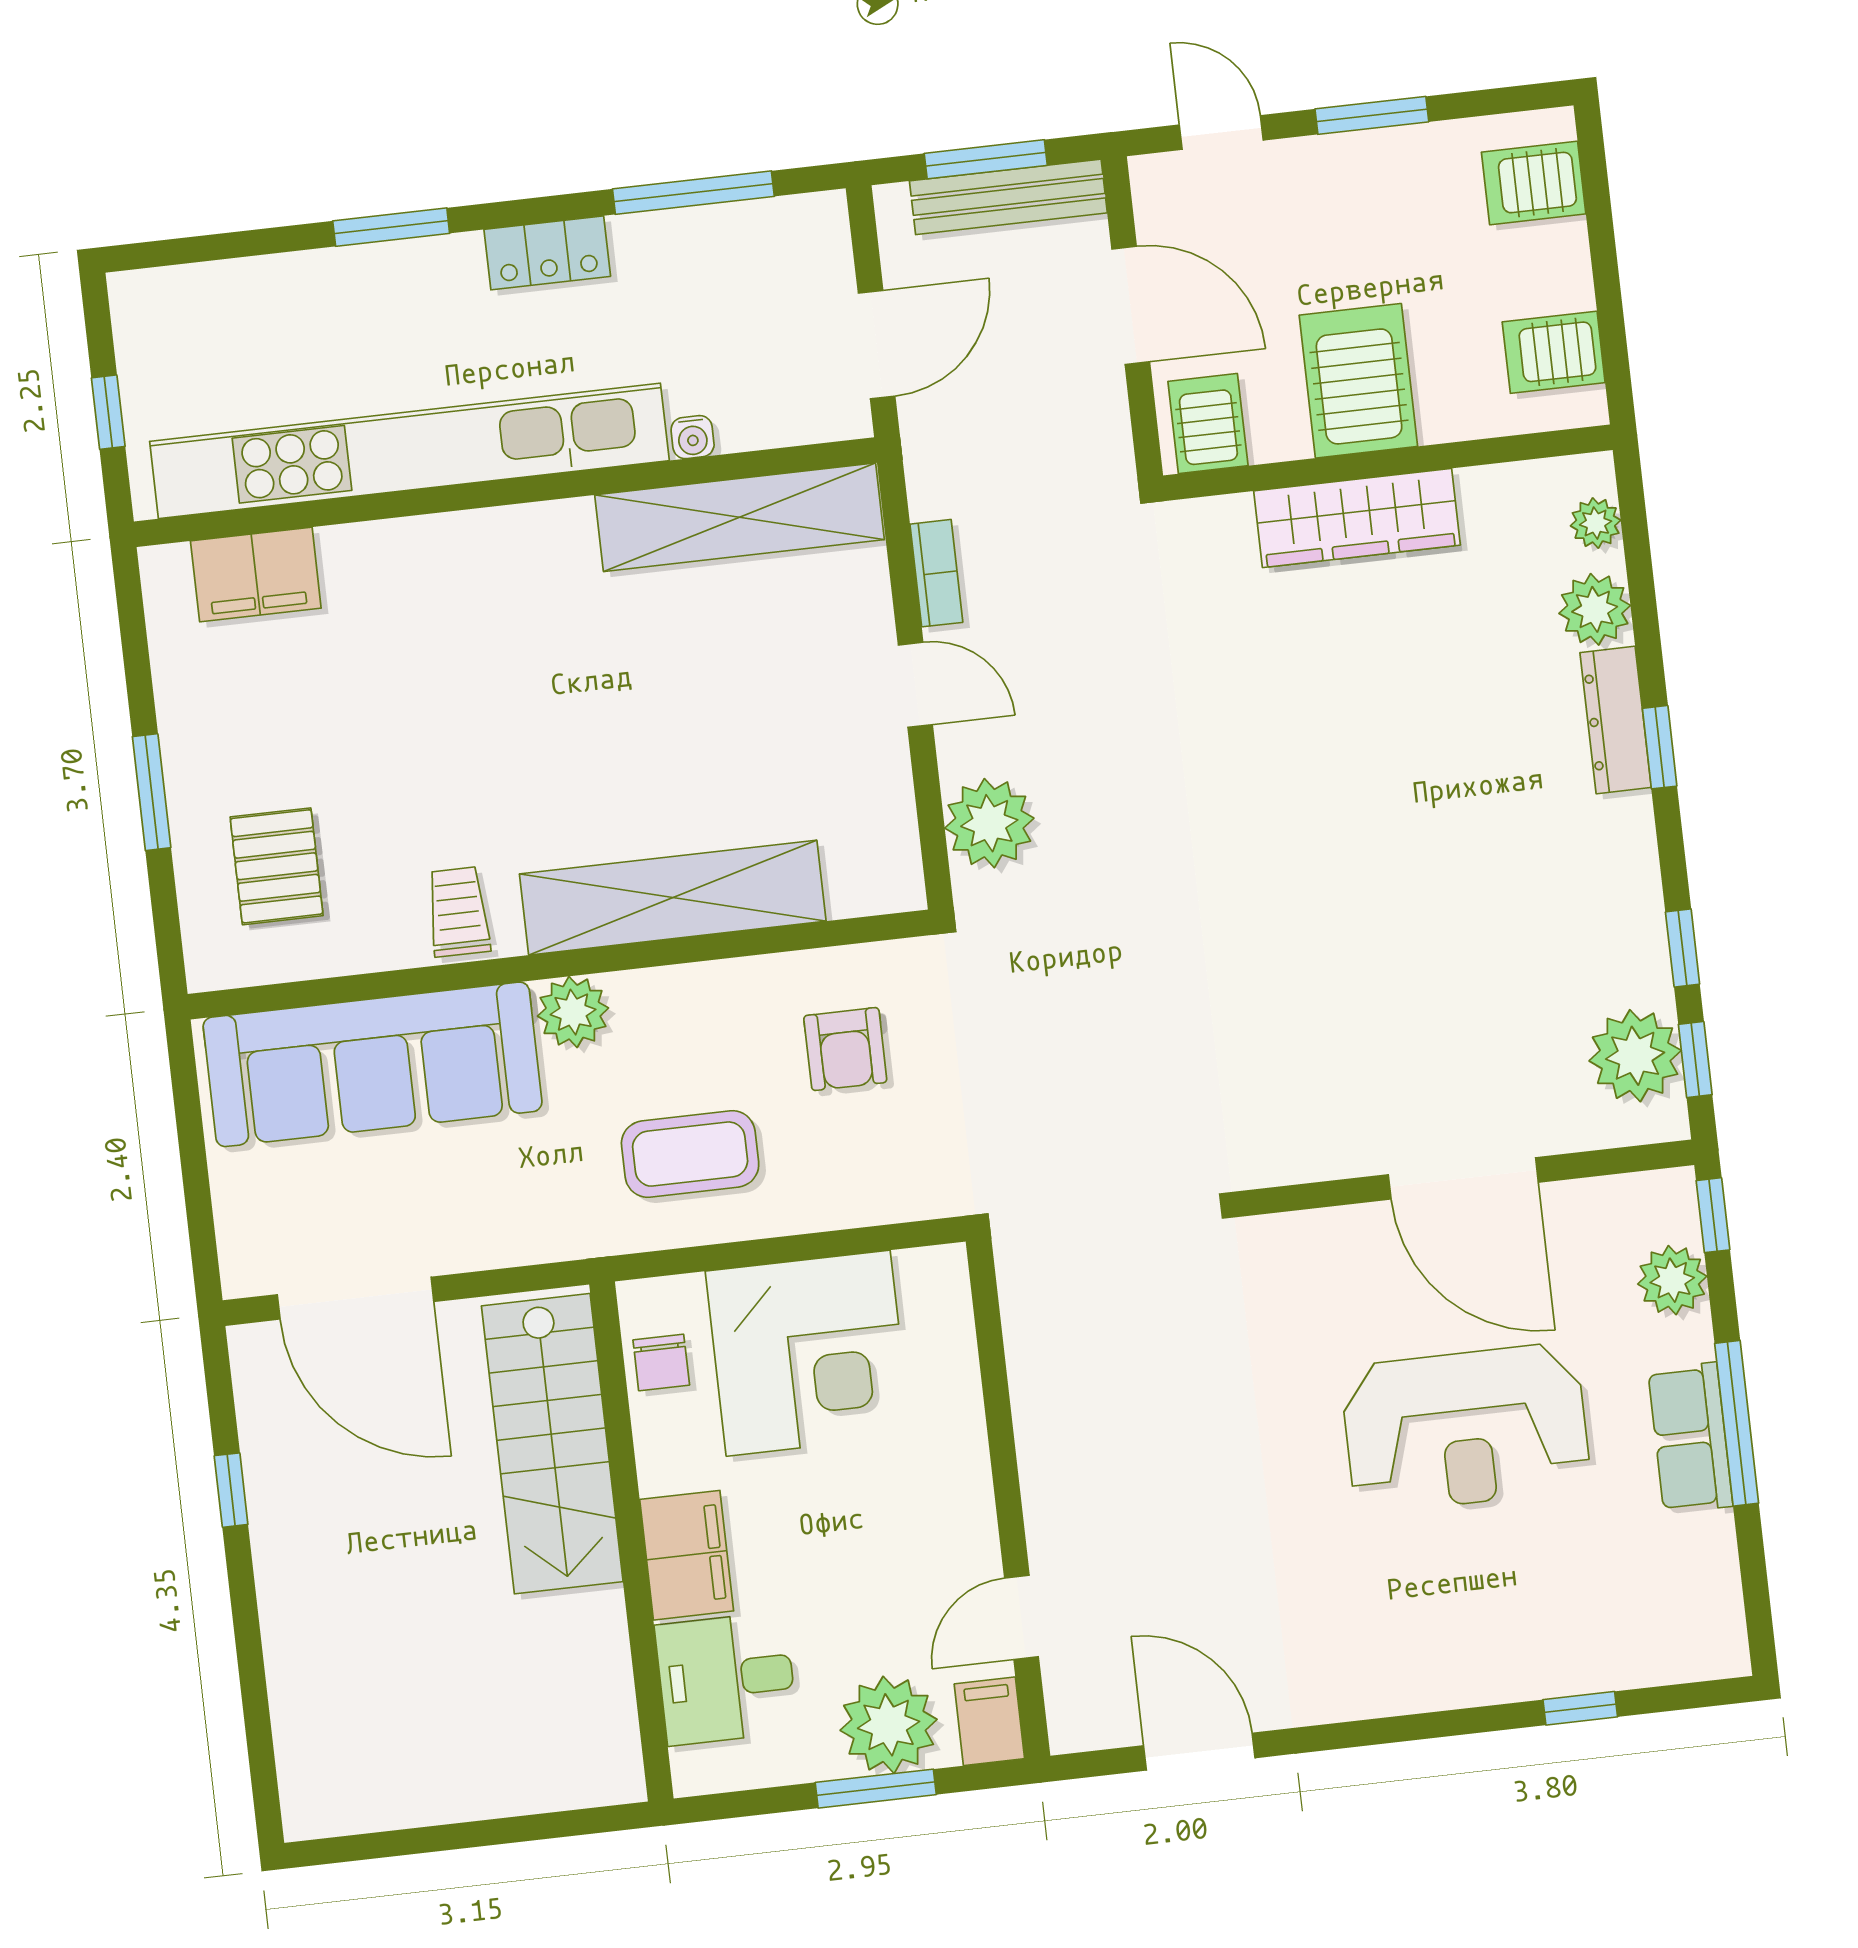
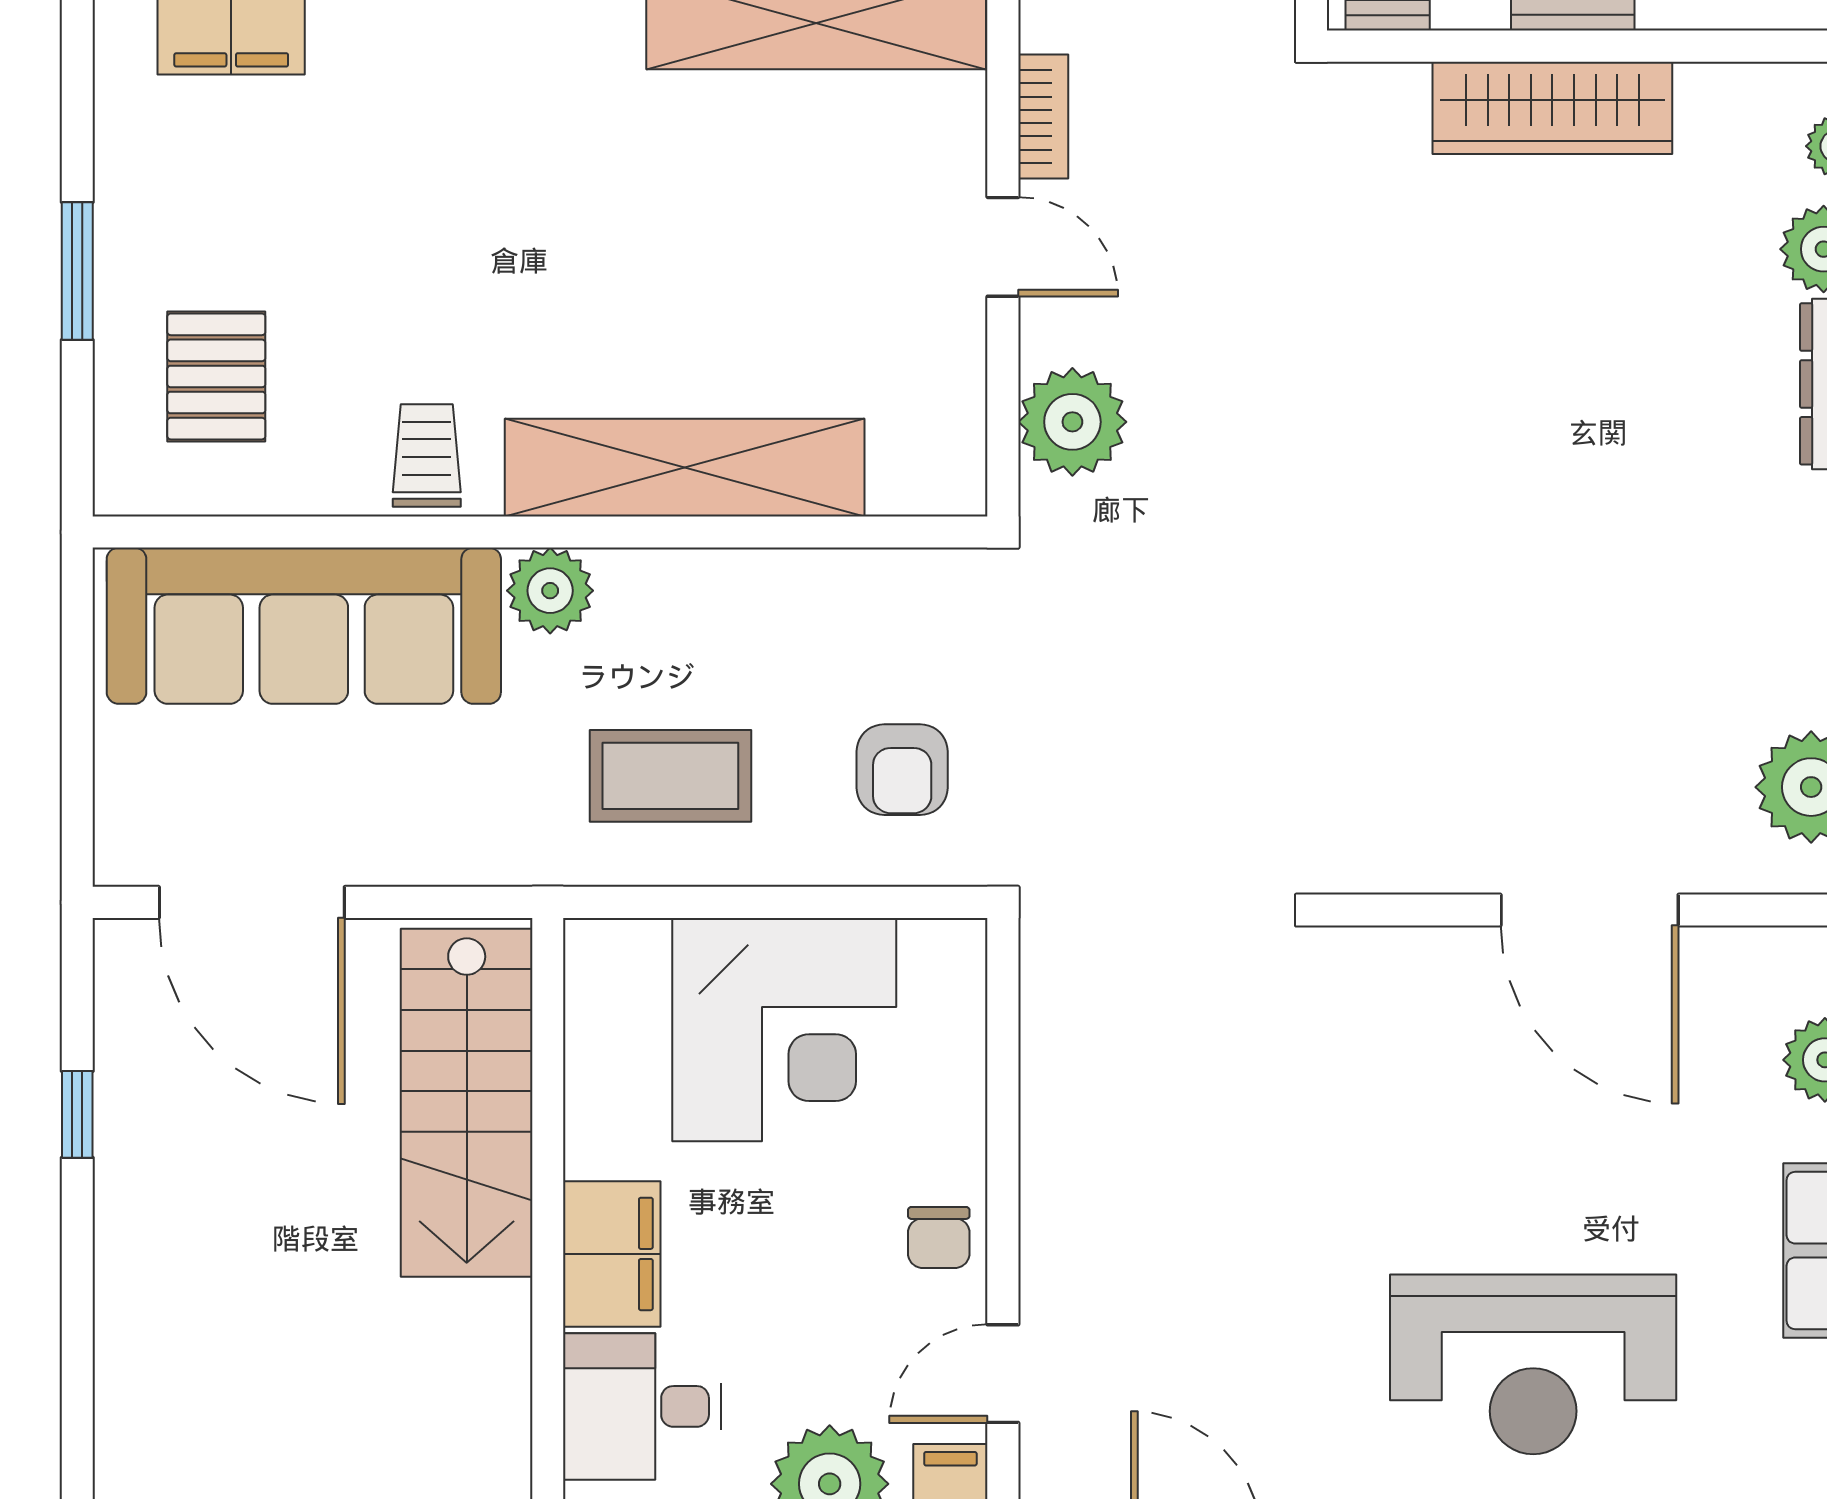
armchair: (845, 1049) -> (902, 770), moved
chair: (661, 1362) -> (939, 1238), moved
reception desk: (1466, 1428) -> (1533, 1364), moved

